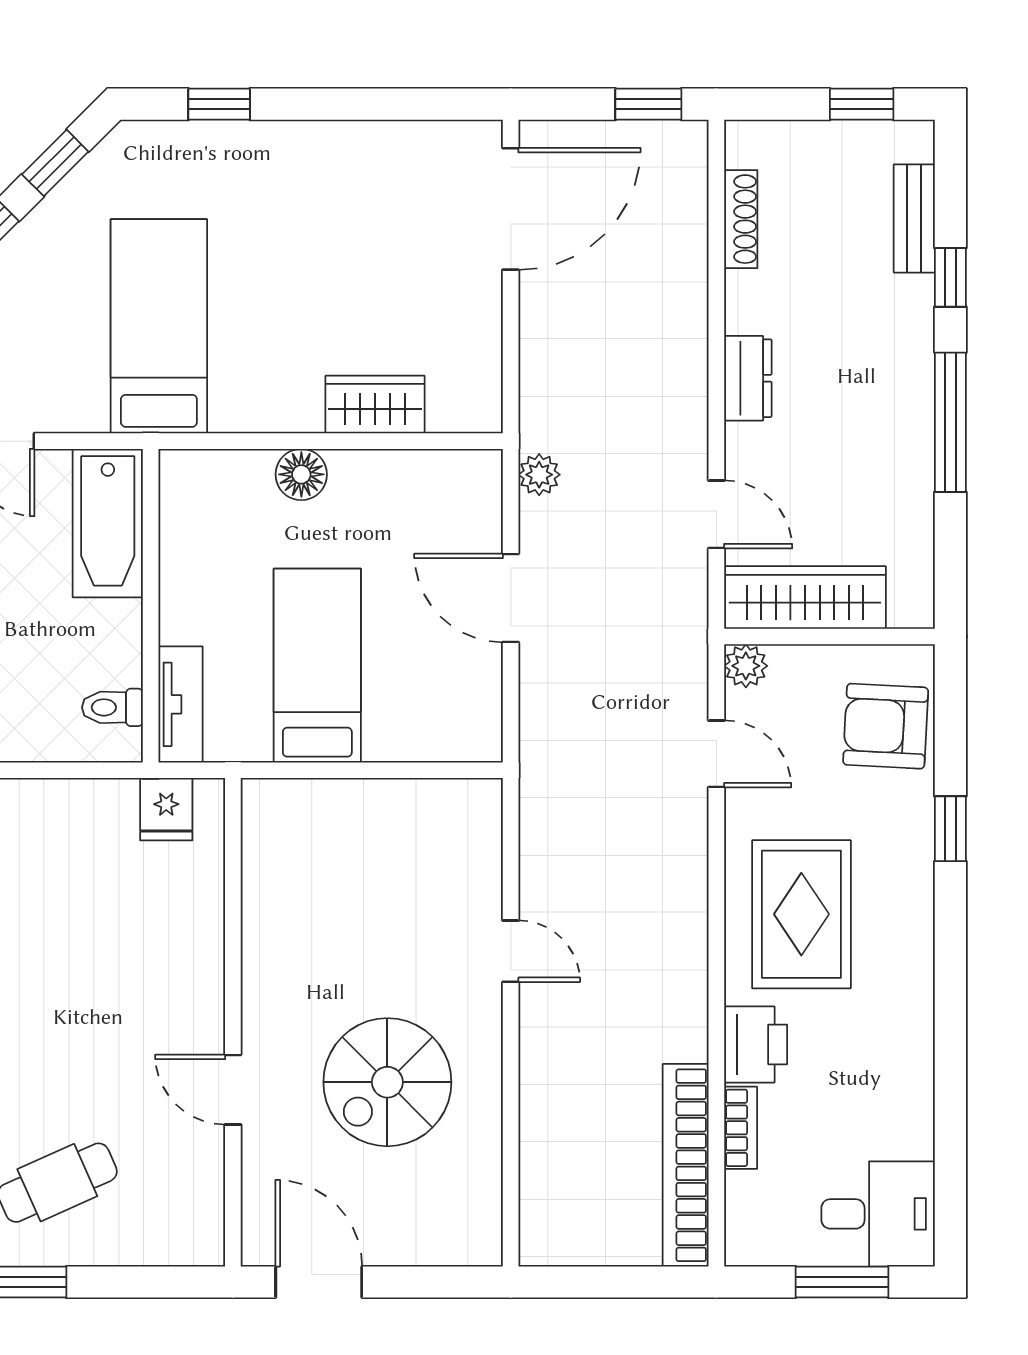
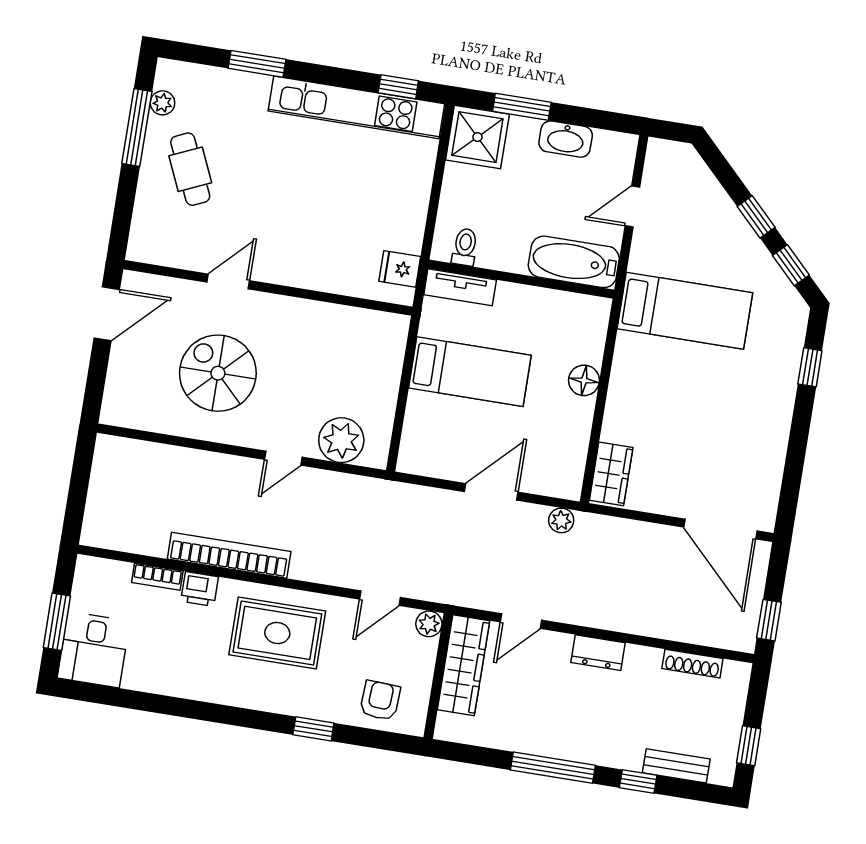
wardrobe: (375, 405) -> (611, 474), moved
armchair: (886, 726) -> (380, 700), width x0.72, depth x0.72
plant: (465, 860) -> (341, 440), added
printer: (756, 1044) -> (200, 589), width x0.73, depth x0.81
bookcase: (686, 1165) -> (229, 555), moved

